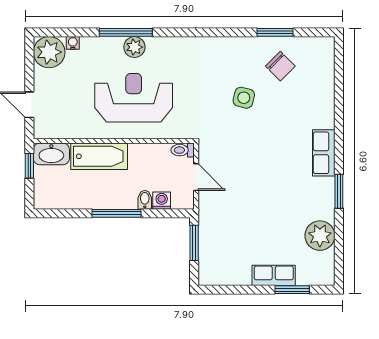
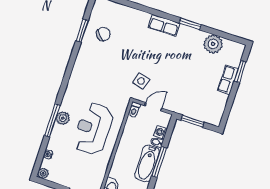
plant: (49, 52) -> (43, 173), width x0.53, depth x0.53
side table: (244, 98) -> (141, 81), moved
bathtub: (99, 156) -> (147, 163), moved, turned 180

